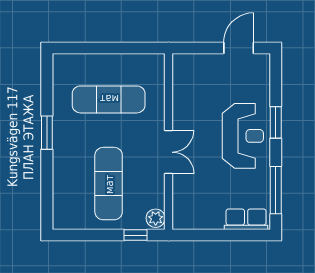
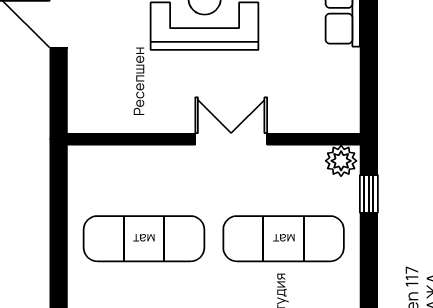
exercise mat: (109, 99) -> (144, 239), turned 90

